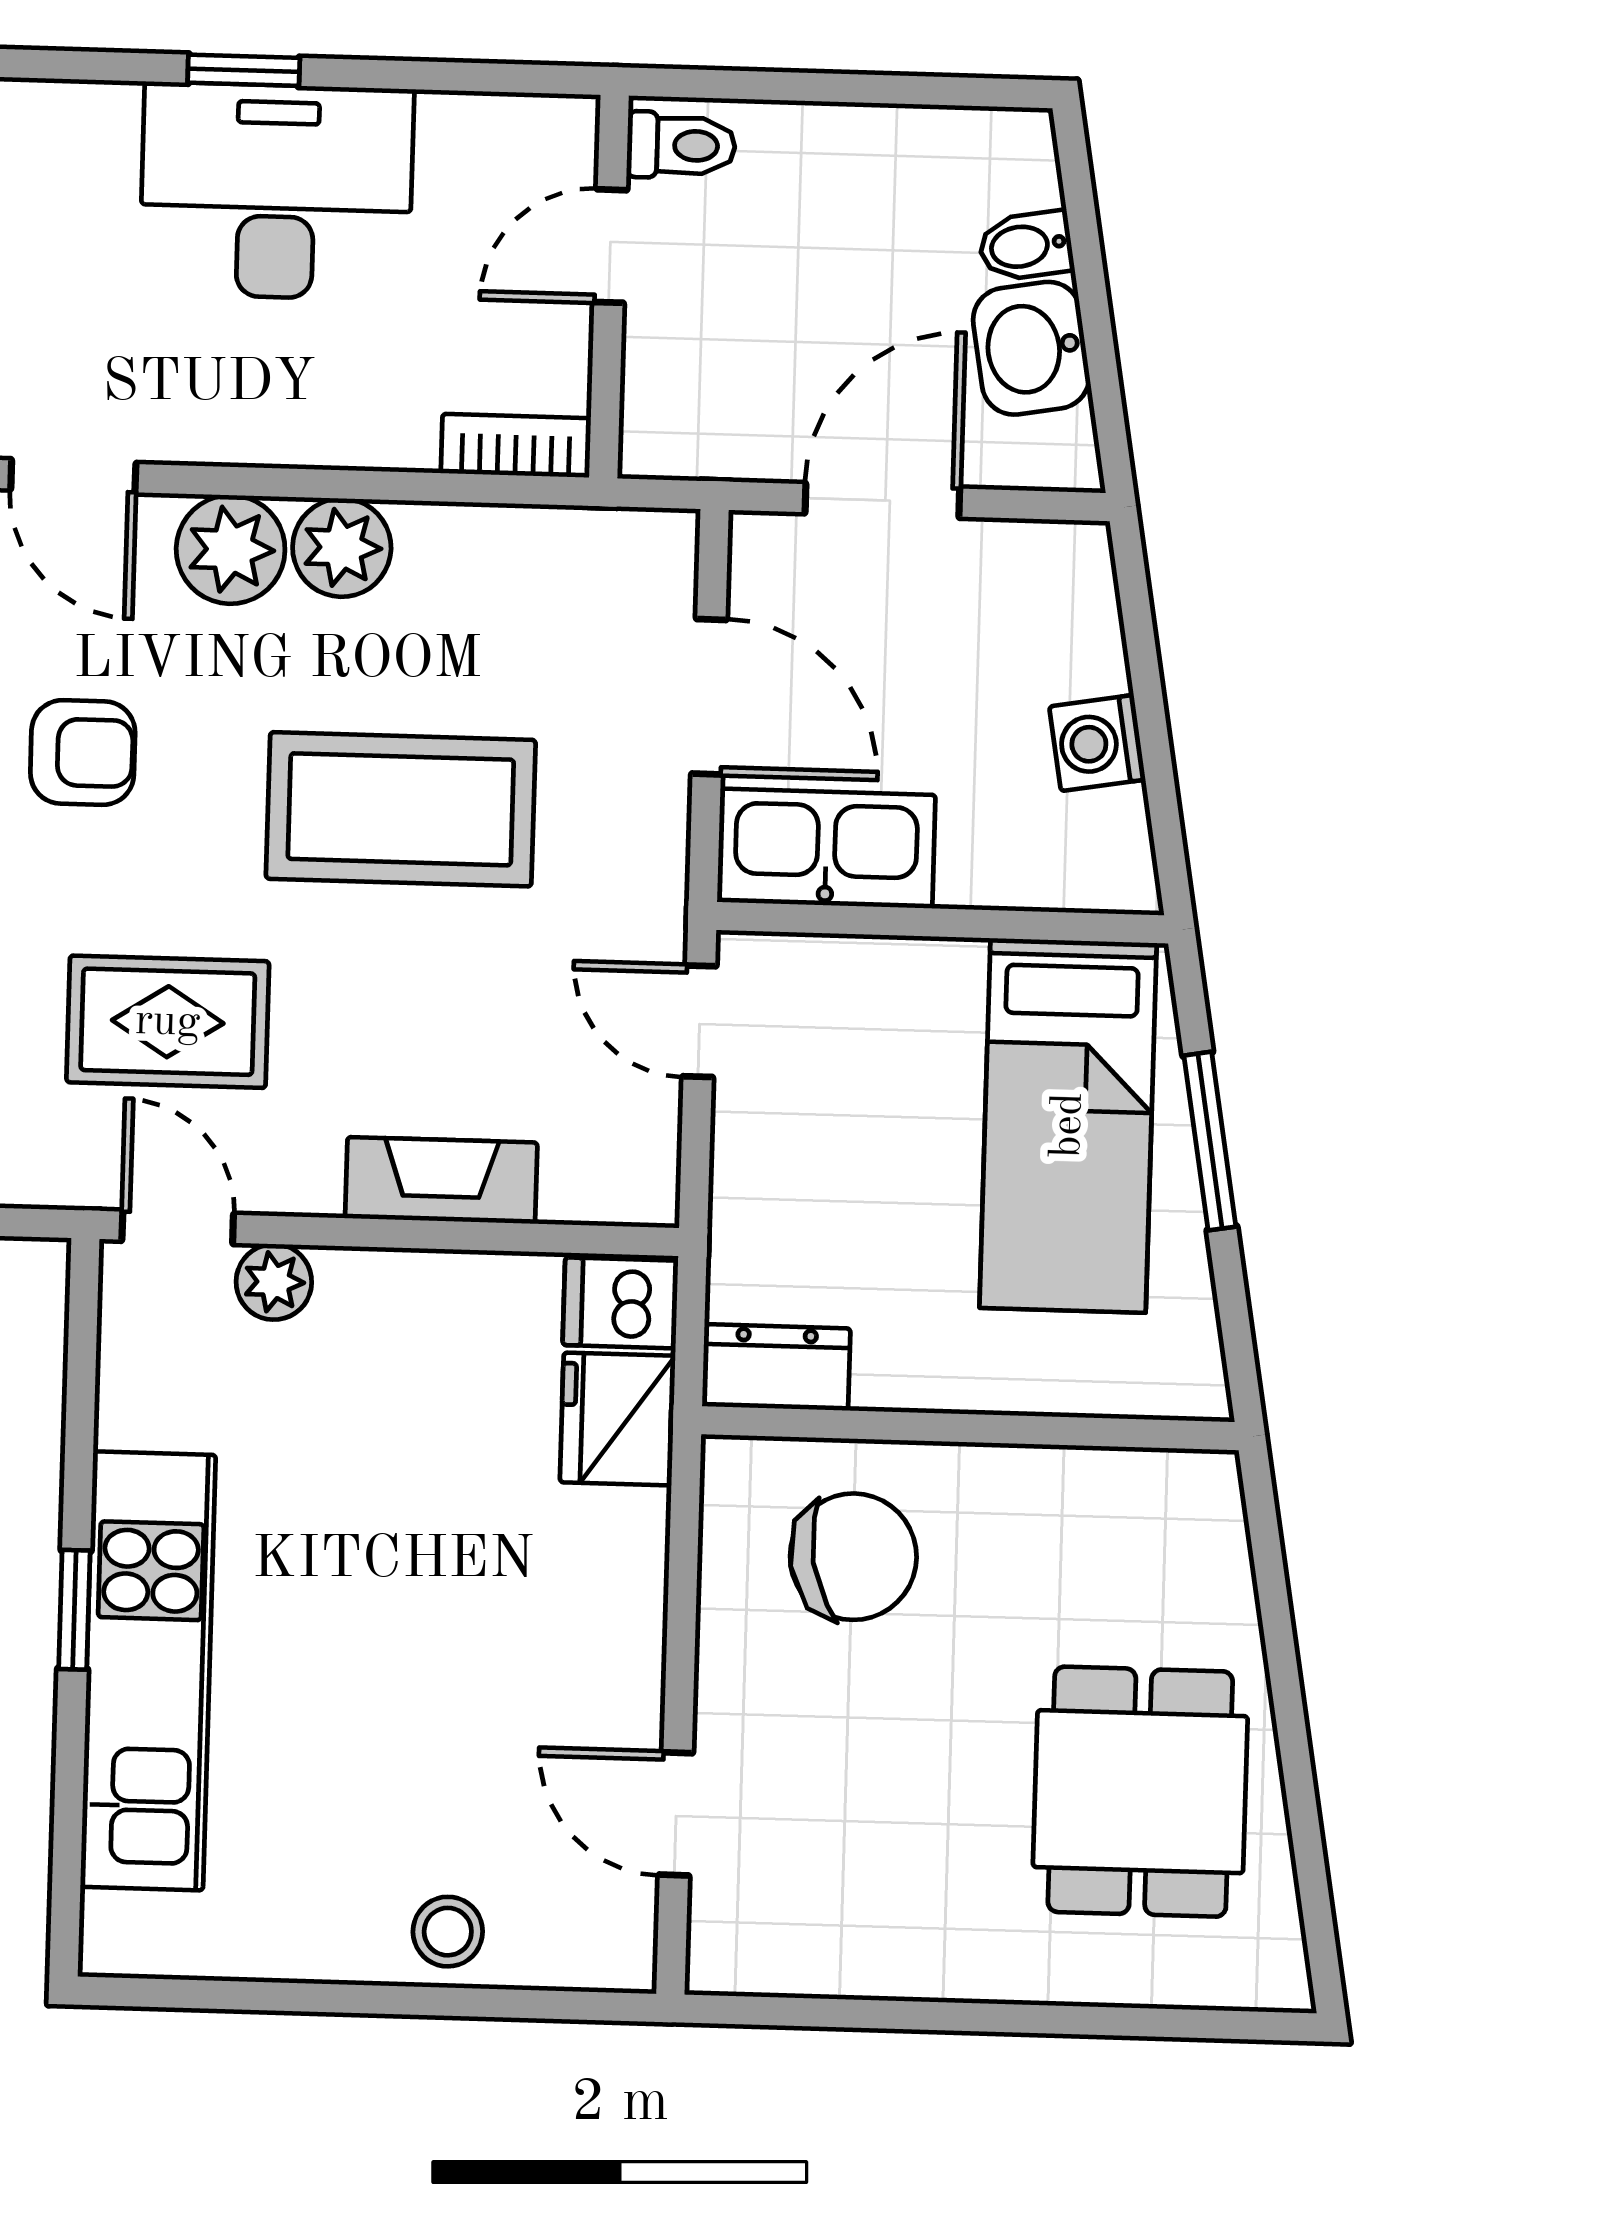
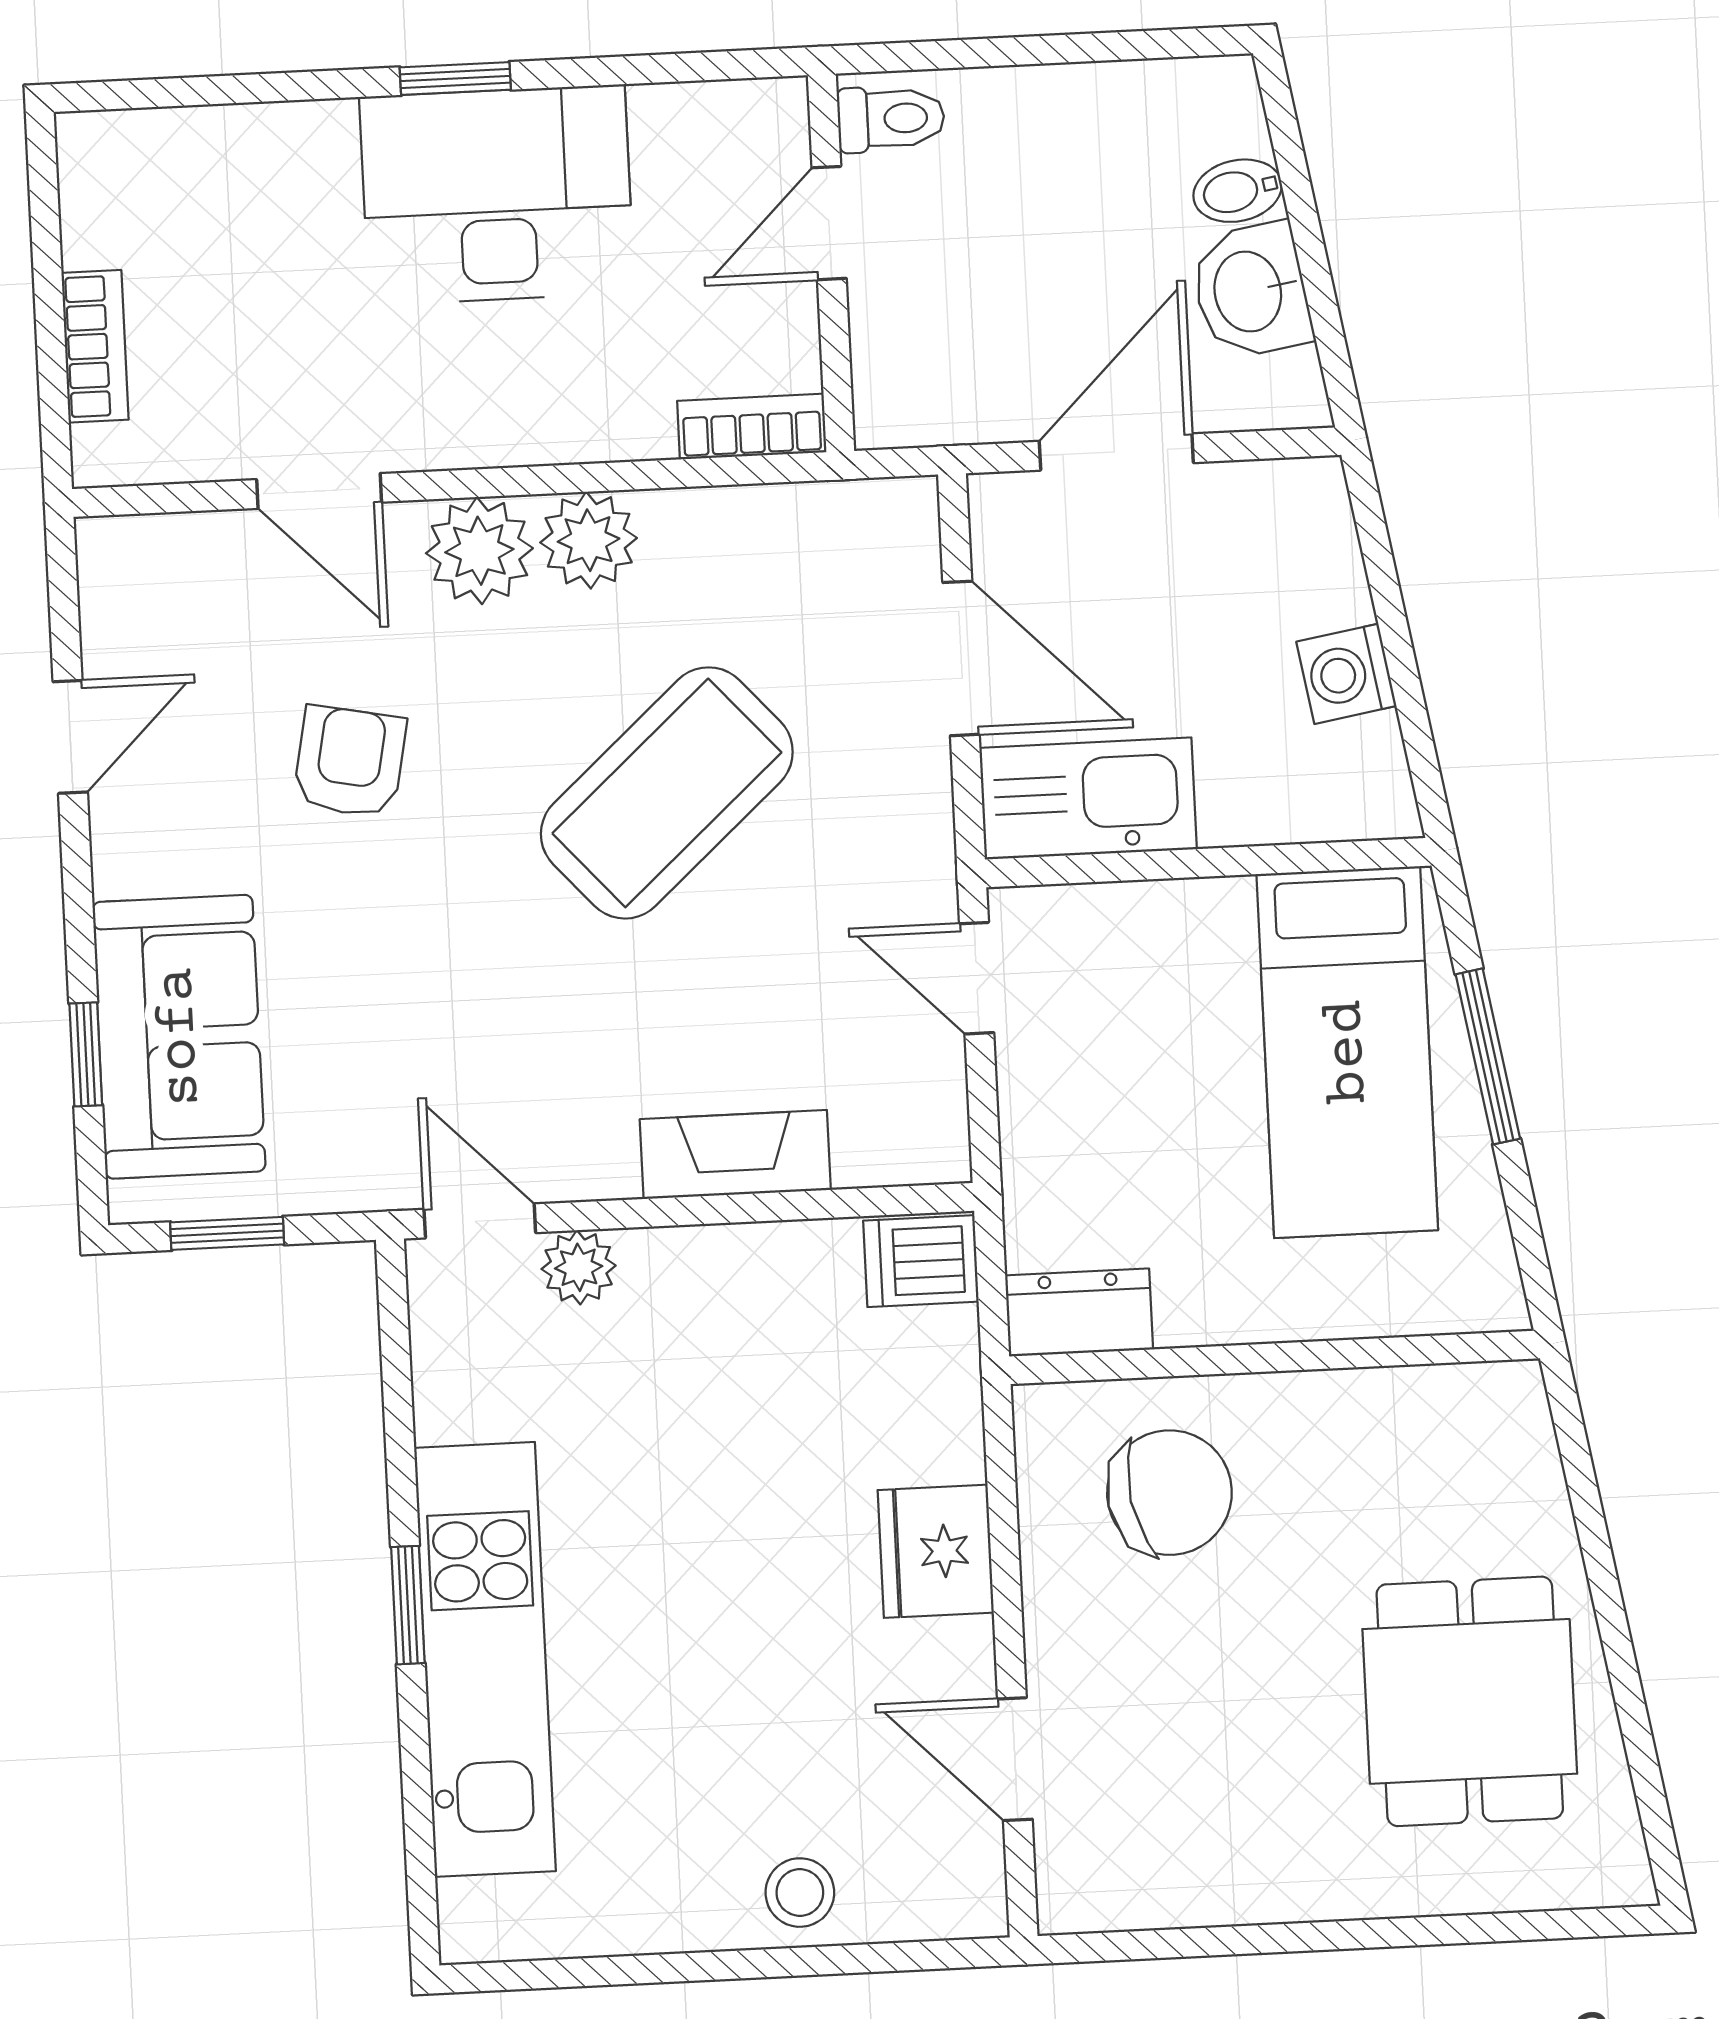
armchair: (83, 753) -> (350, 762), turned -79
coffee table: (401, 809) -> (667, 793), turned -42
rug: (168, 1022) -> (454, 1020), removed
fridge: (618, 1419) -> (936, 1551), moved

